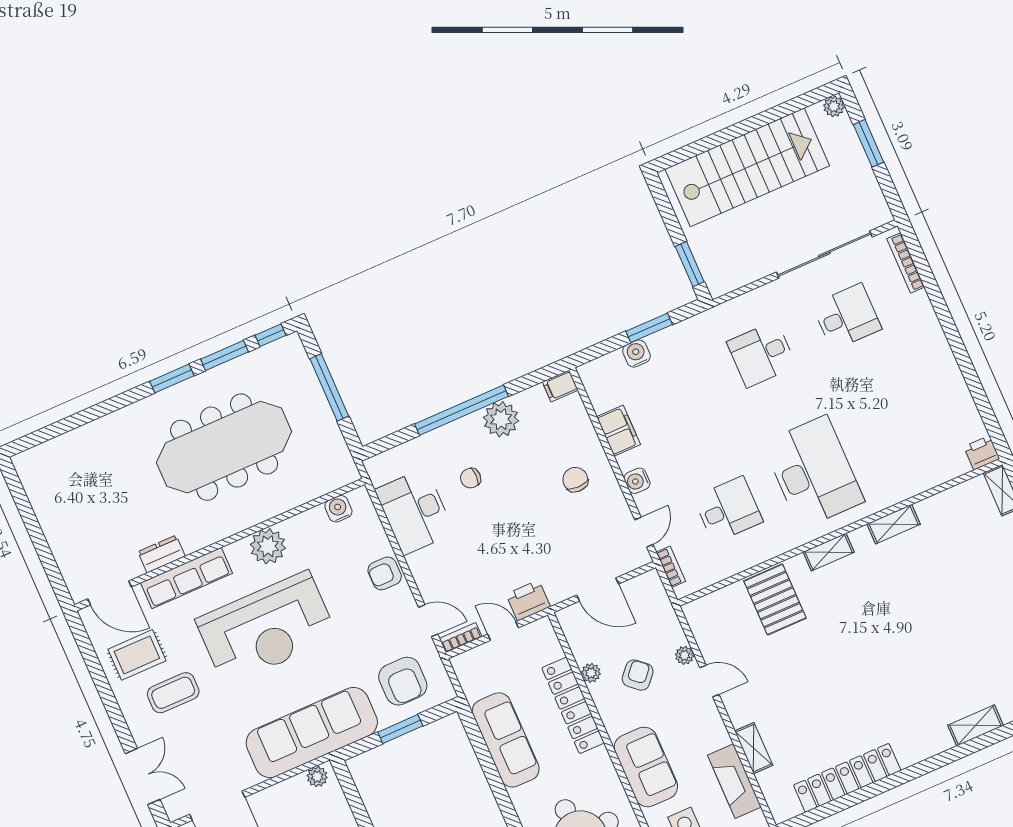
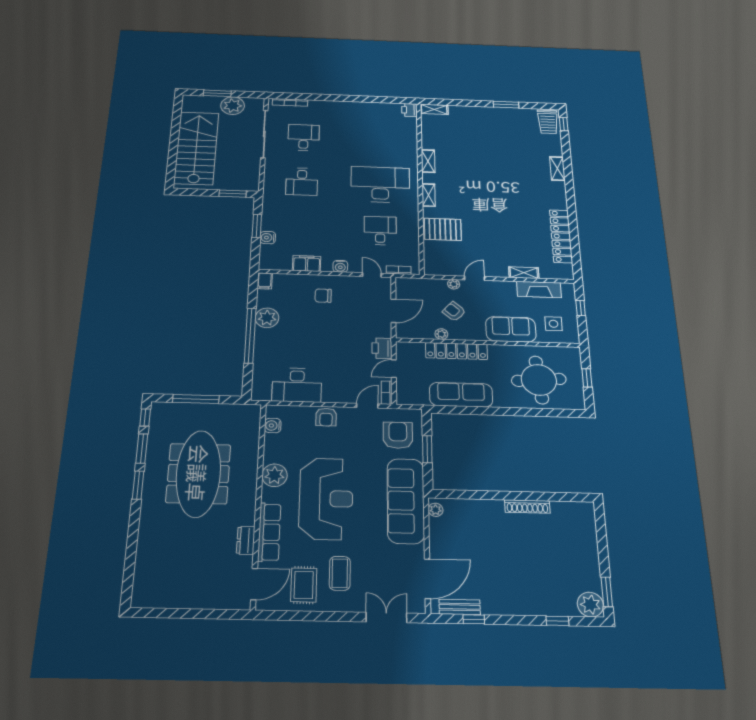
plant: (834, 106) -> (233, 106), moved, width x1.87, depth x1.87
chair: (471, 478) -> (293, 348), removed
armchair: (403, 681) -> (398, 435), turned -90

